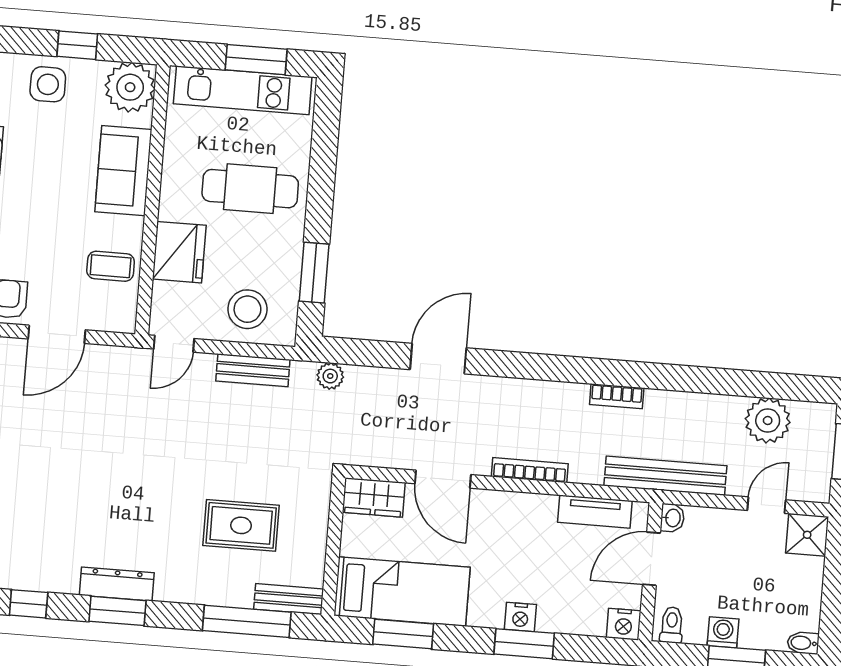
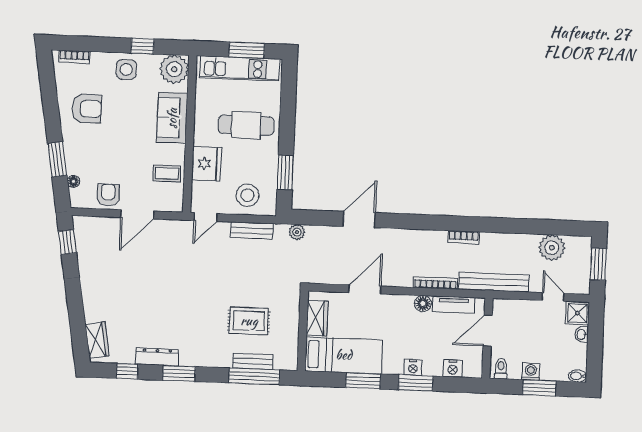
bookcase: (530, 470) -> (435, 283), moved
door: (443, 479) -> (365, 289), swing flipped
wardrobe: (374, 497) -> (317, 318), moved, turned -90
door: (767, 505) -> (553, 297), hinge flipped
floor lamp: (542, 508) -> (423, 304), added
washbasin: (672, 518) -> (582, 334), moved, turned 180
dresser: (117, 584) -> (157, 357), moved
bench: (289, 599) -> (253, 361), moved
nightstand: (624, 624) -> (453, 368), moved
window: (403, 634) -> (363, 381), moved

